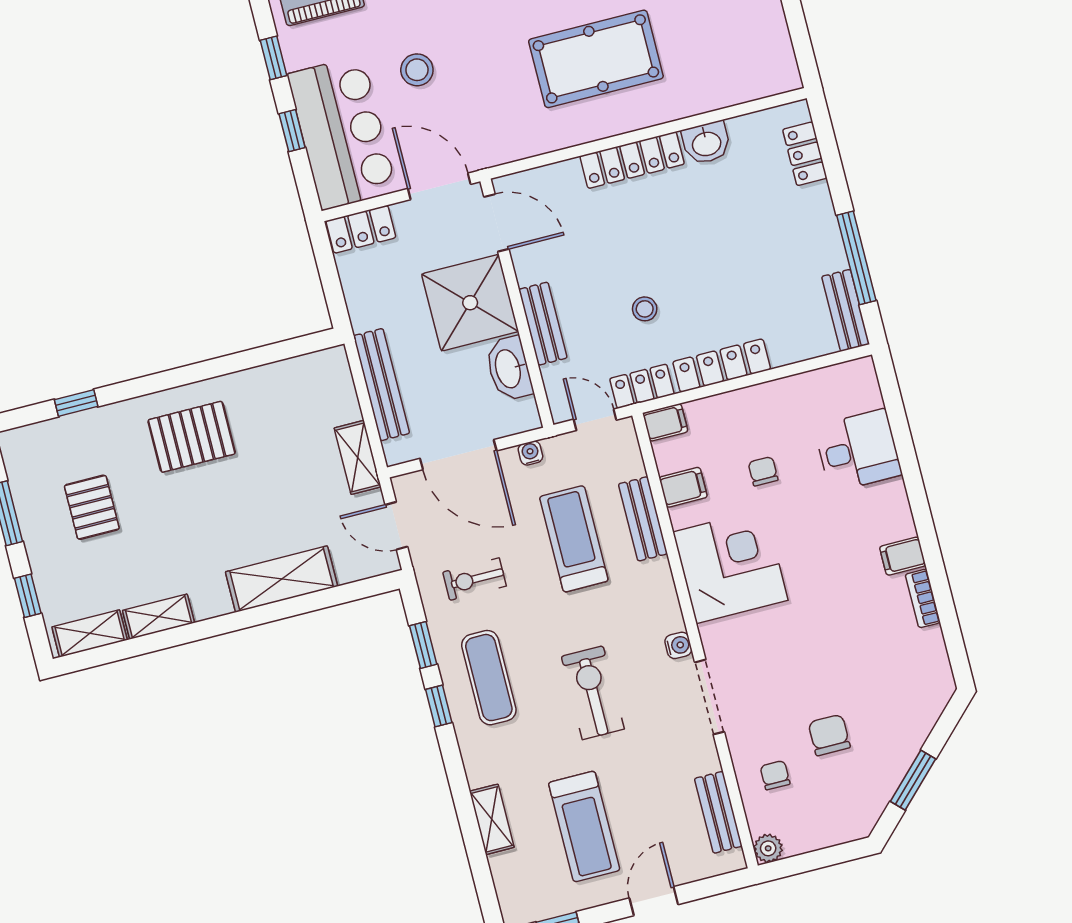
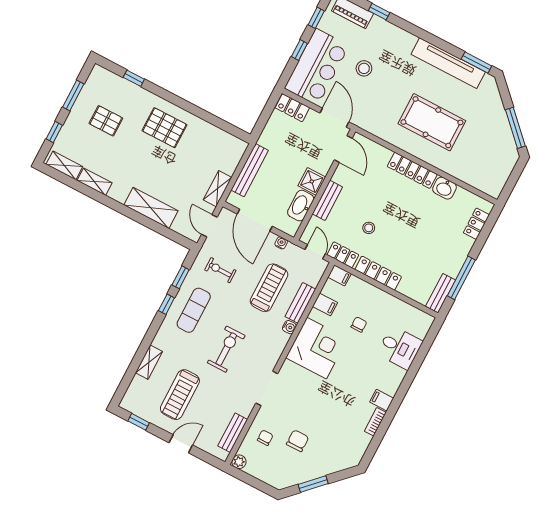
shower: (470, 303) -> (312, 181), width x0.54, depth x0.54
pallet: (92, 507) -> (106, 121), turned 90
water cooler: (678, 645) -> (289, 327), moved

